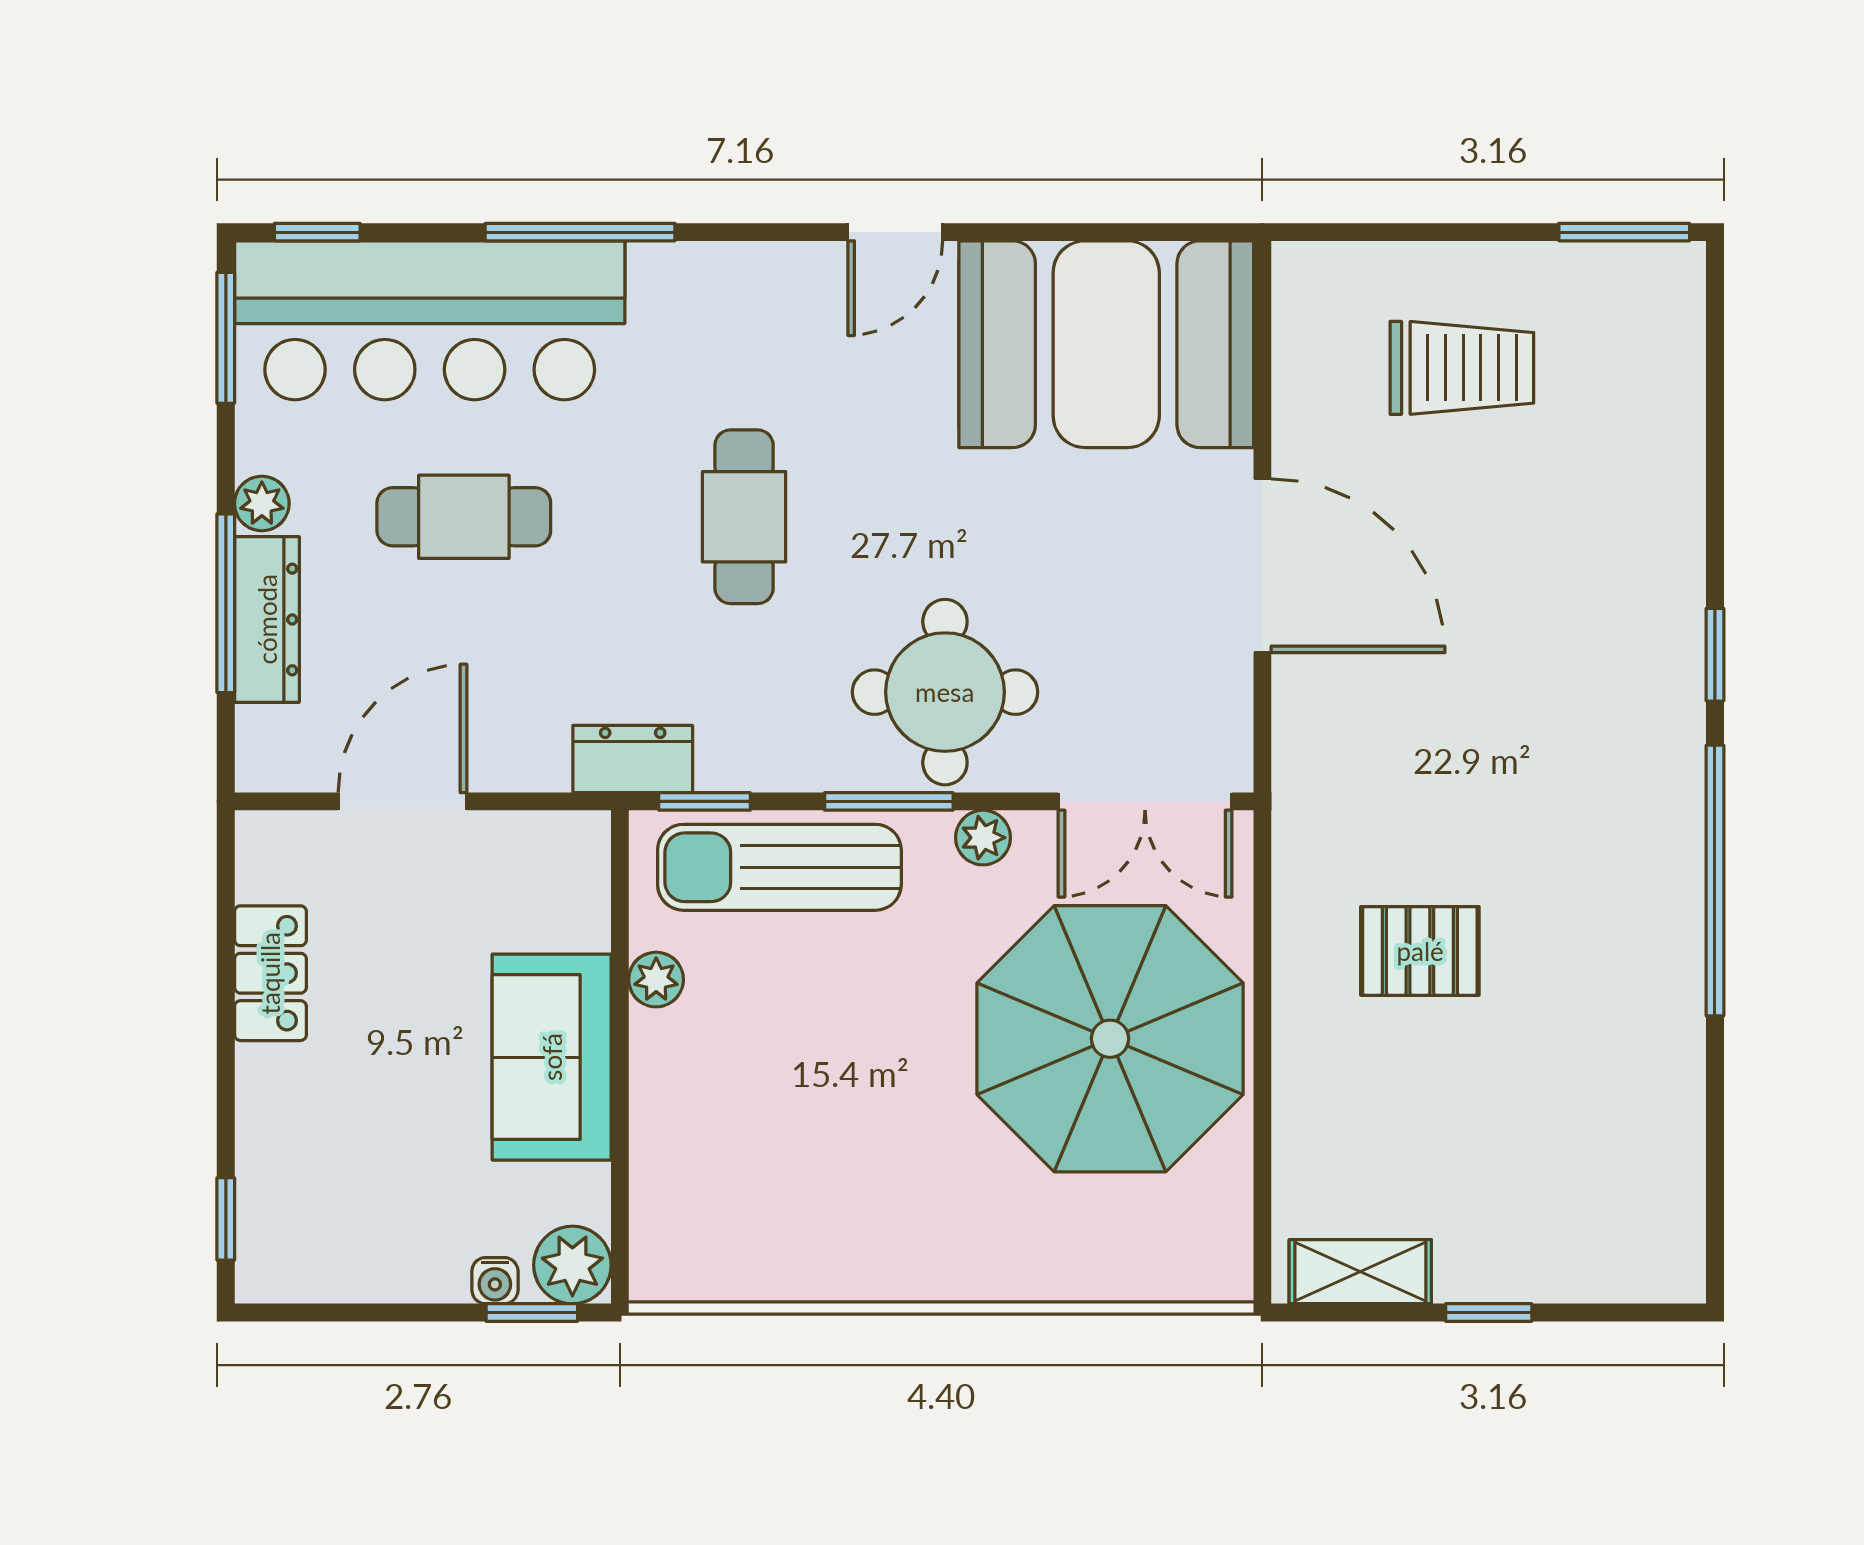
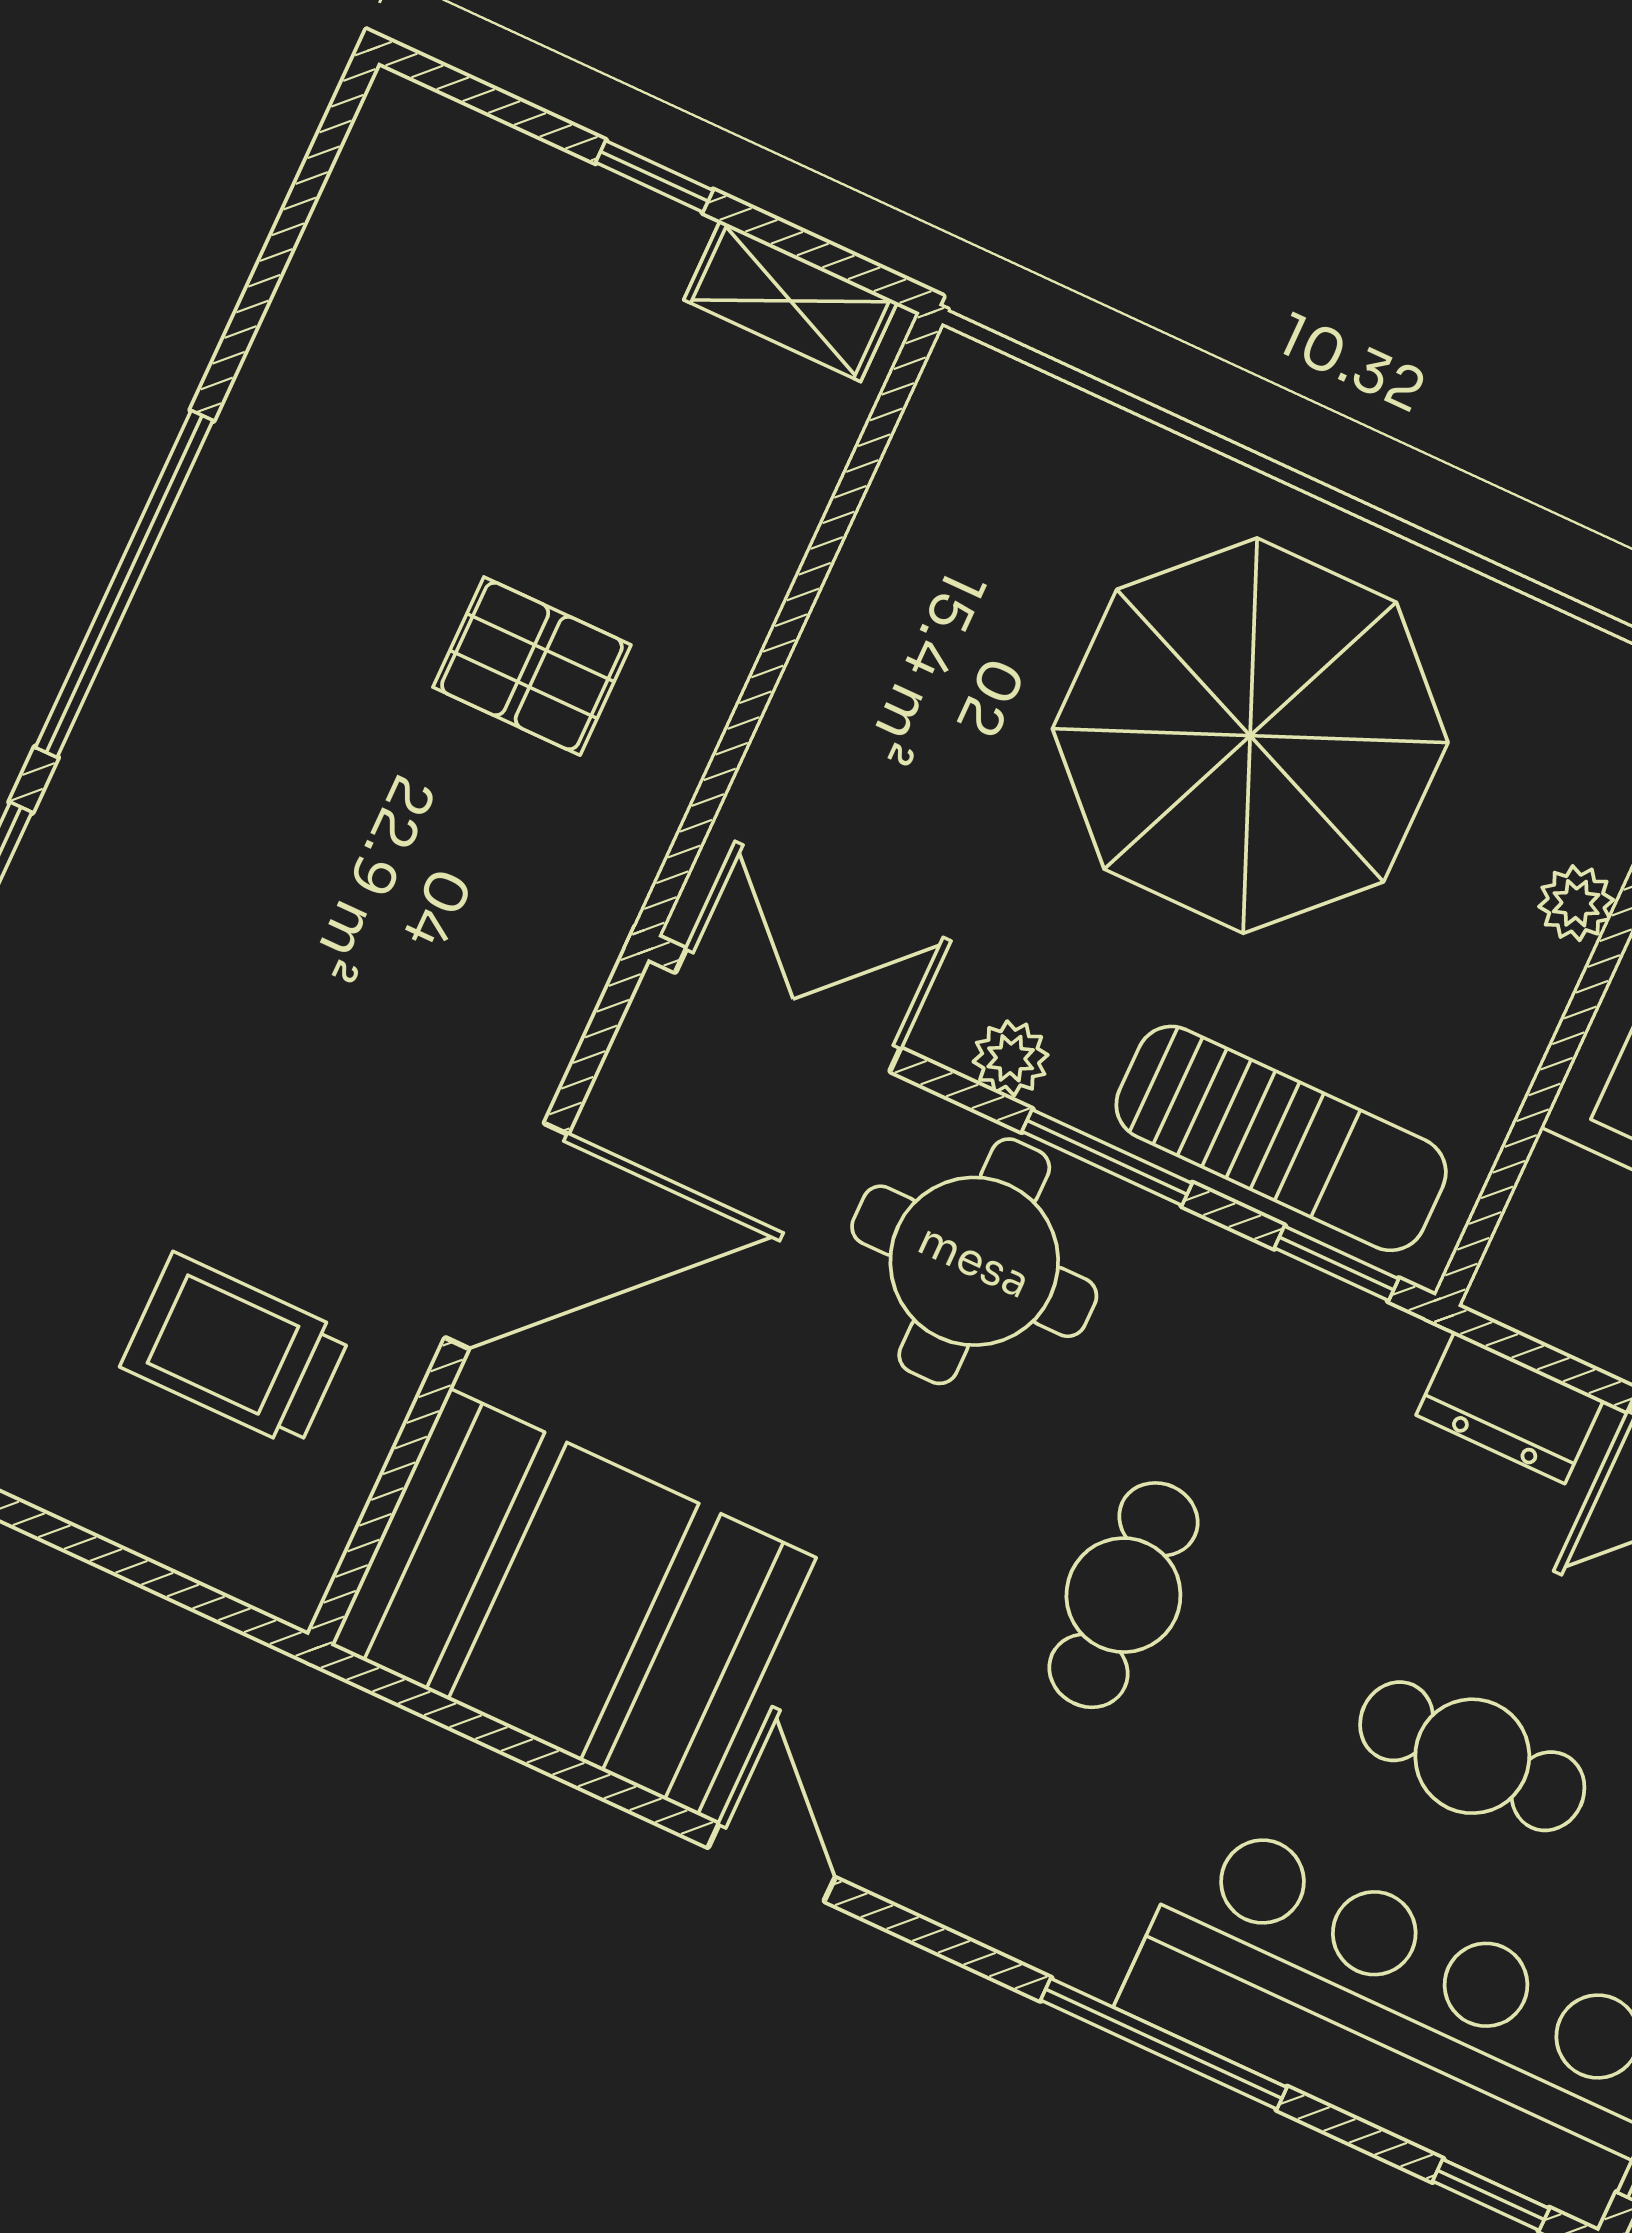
door: (895, 232) -> (772, 1862), hinge flipped
trolley: (1462, 368) -> (236, 1350), moved
door: (1262, 566) -> (507, 1236), swing flipped
dresser: (633, 759) -> (1510, 1408), moved
plant: (656, 980) -> (1576, 903), moved
parasol: (1110, 1039) -> (1250, 736), moved

